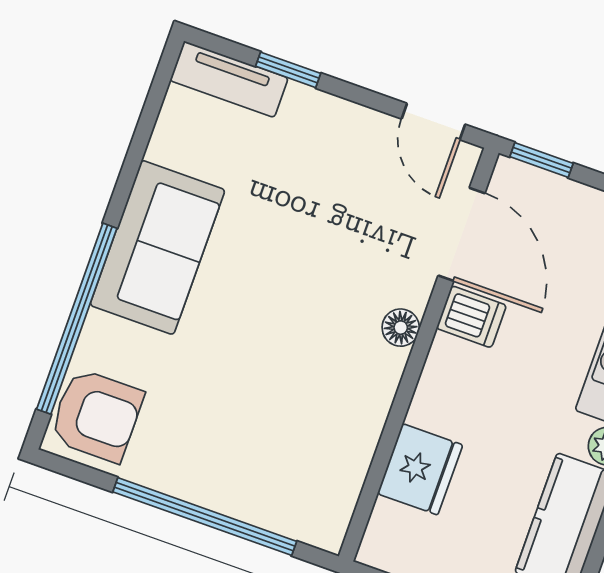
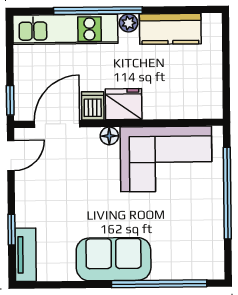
armchair: (96, 415) -> (200, 259), removed
corner sofa: (315, 422) -> (166, 159), added
fridge: (420, 469) -> (124, 104), moved

